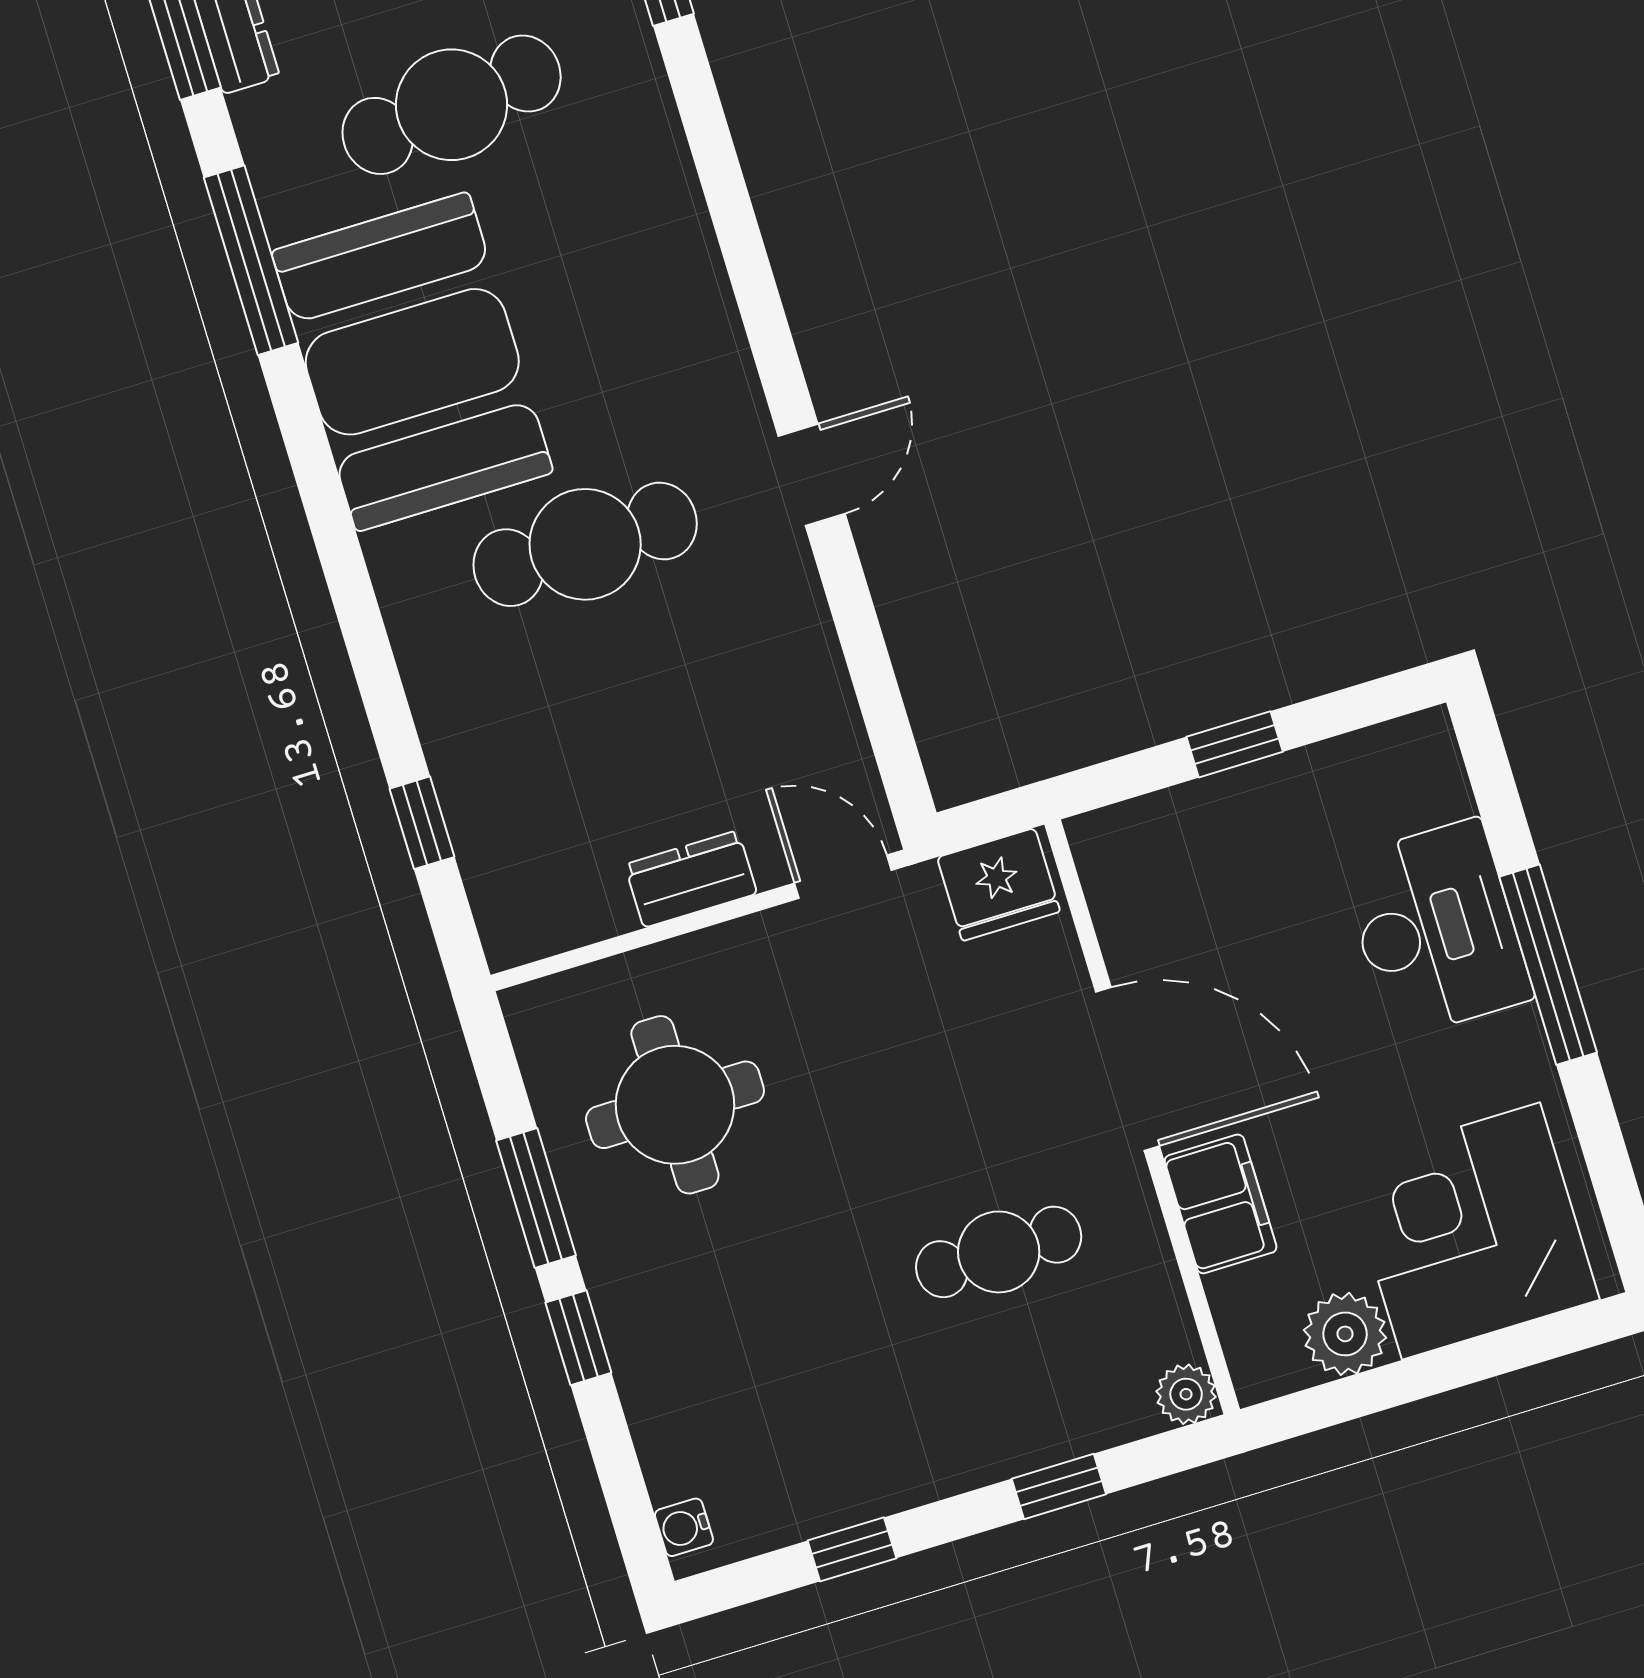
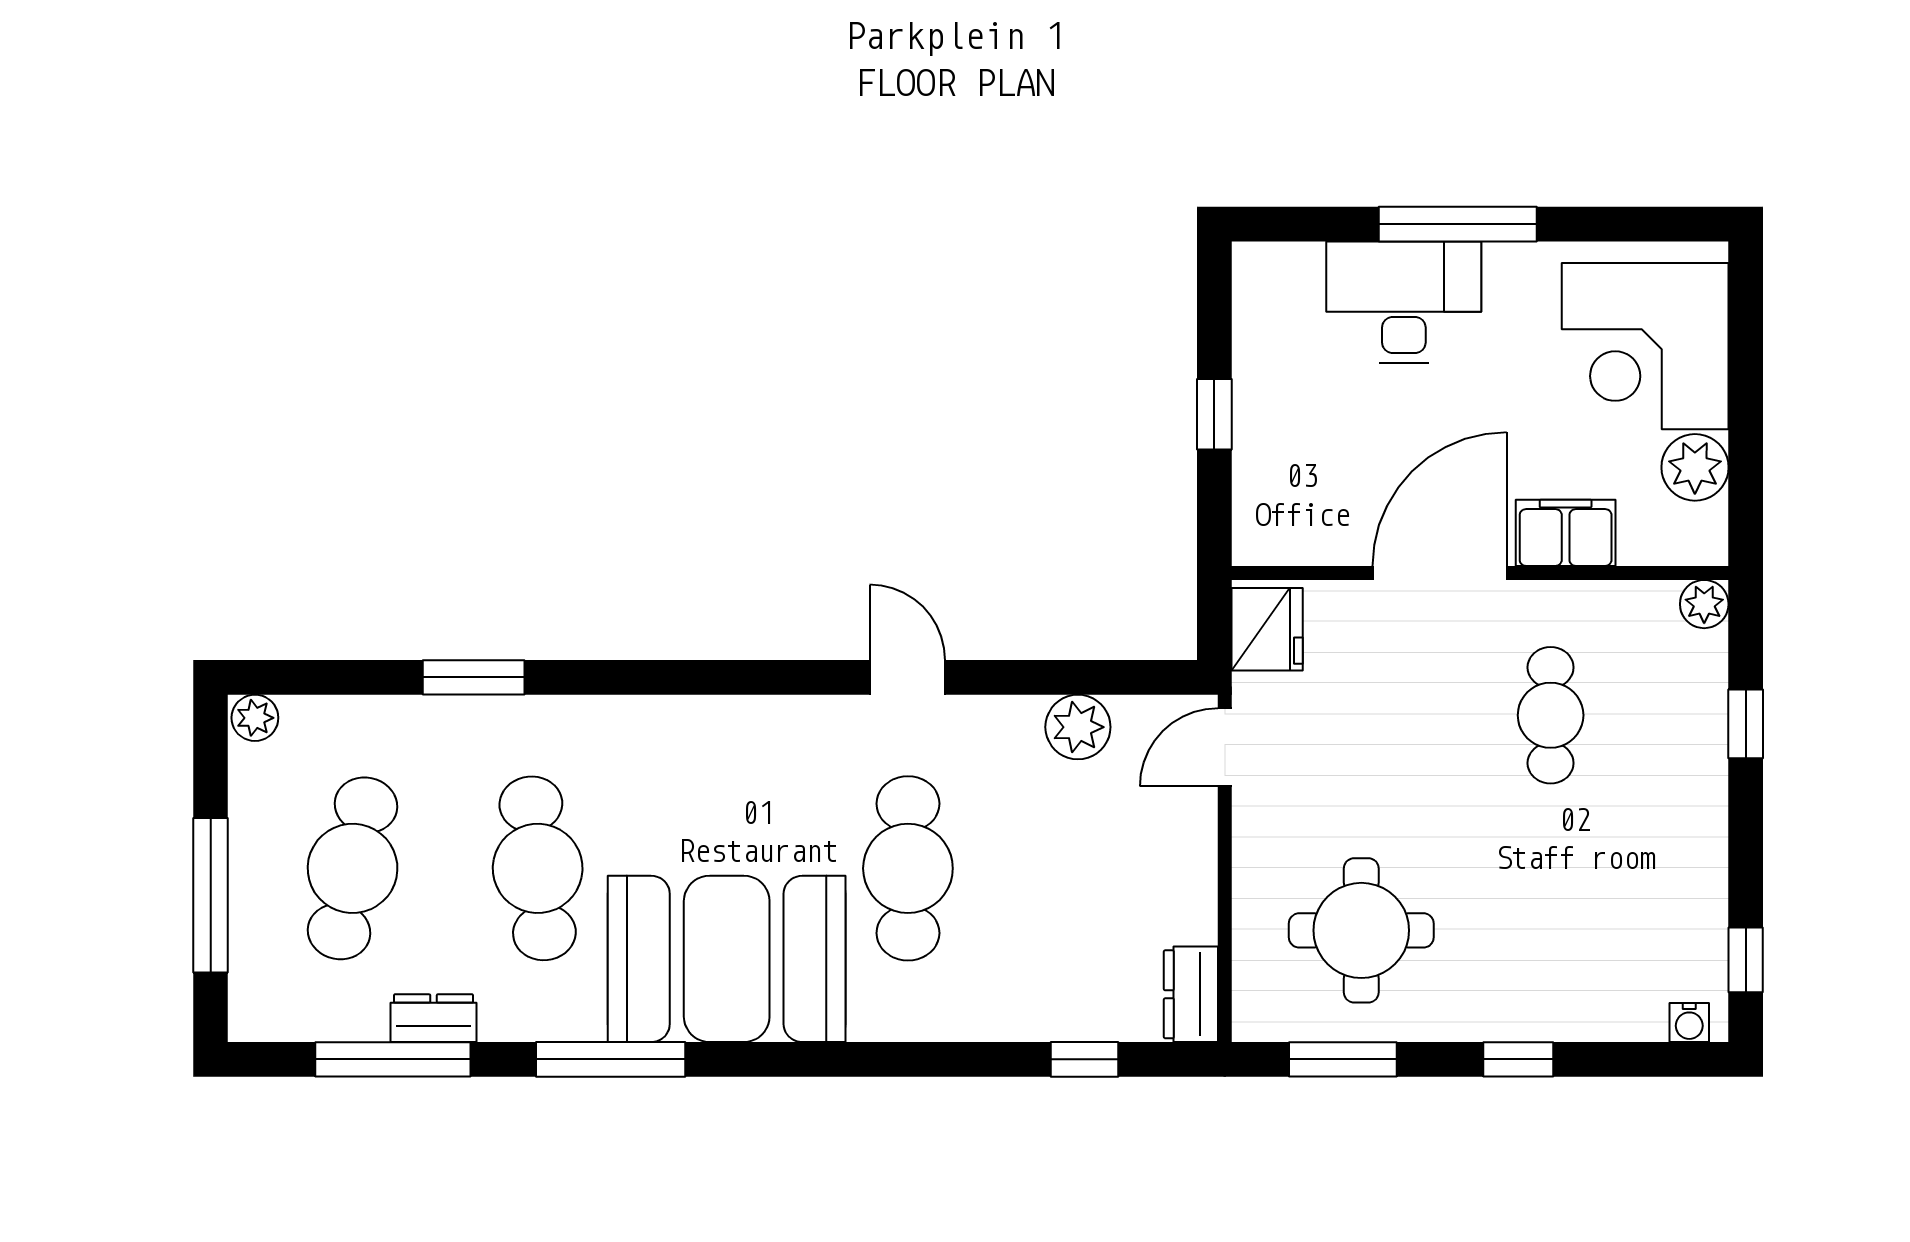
plant: (814, 695) -> (1078, 727), added
dresser: (691, 879) -> (1191, 994), moved
window: (536, 1198) -> (1343, 1059), moved
window: (852, 1549) -> (1746, 960), moved

